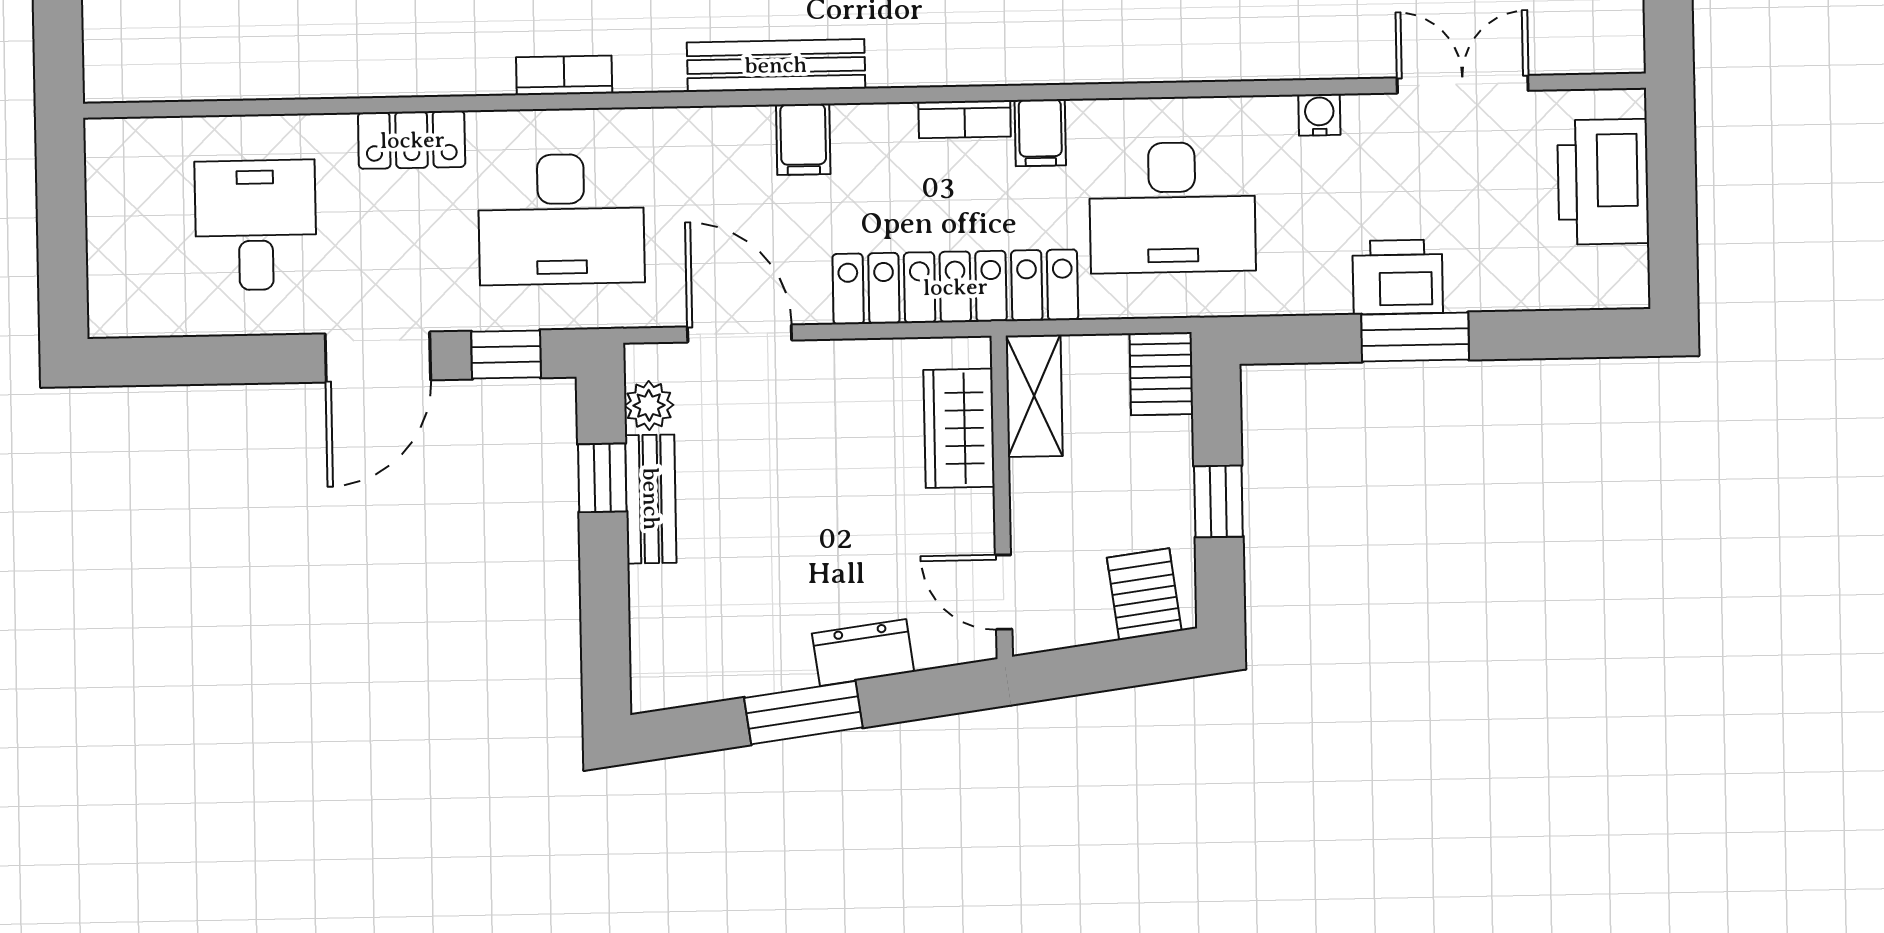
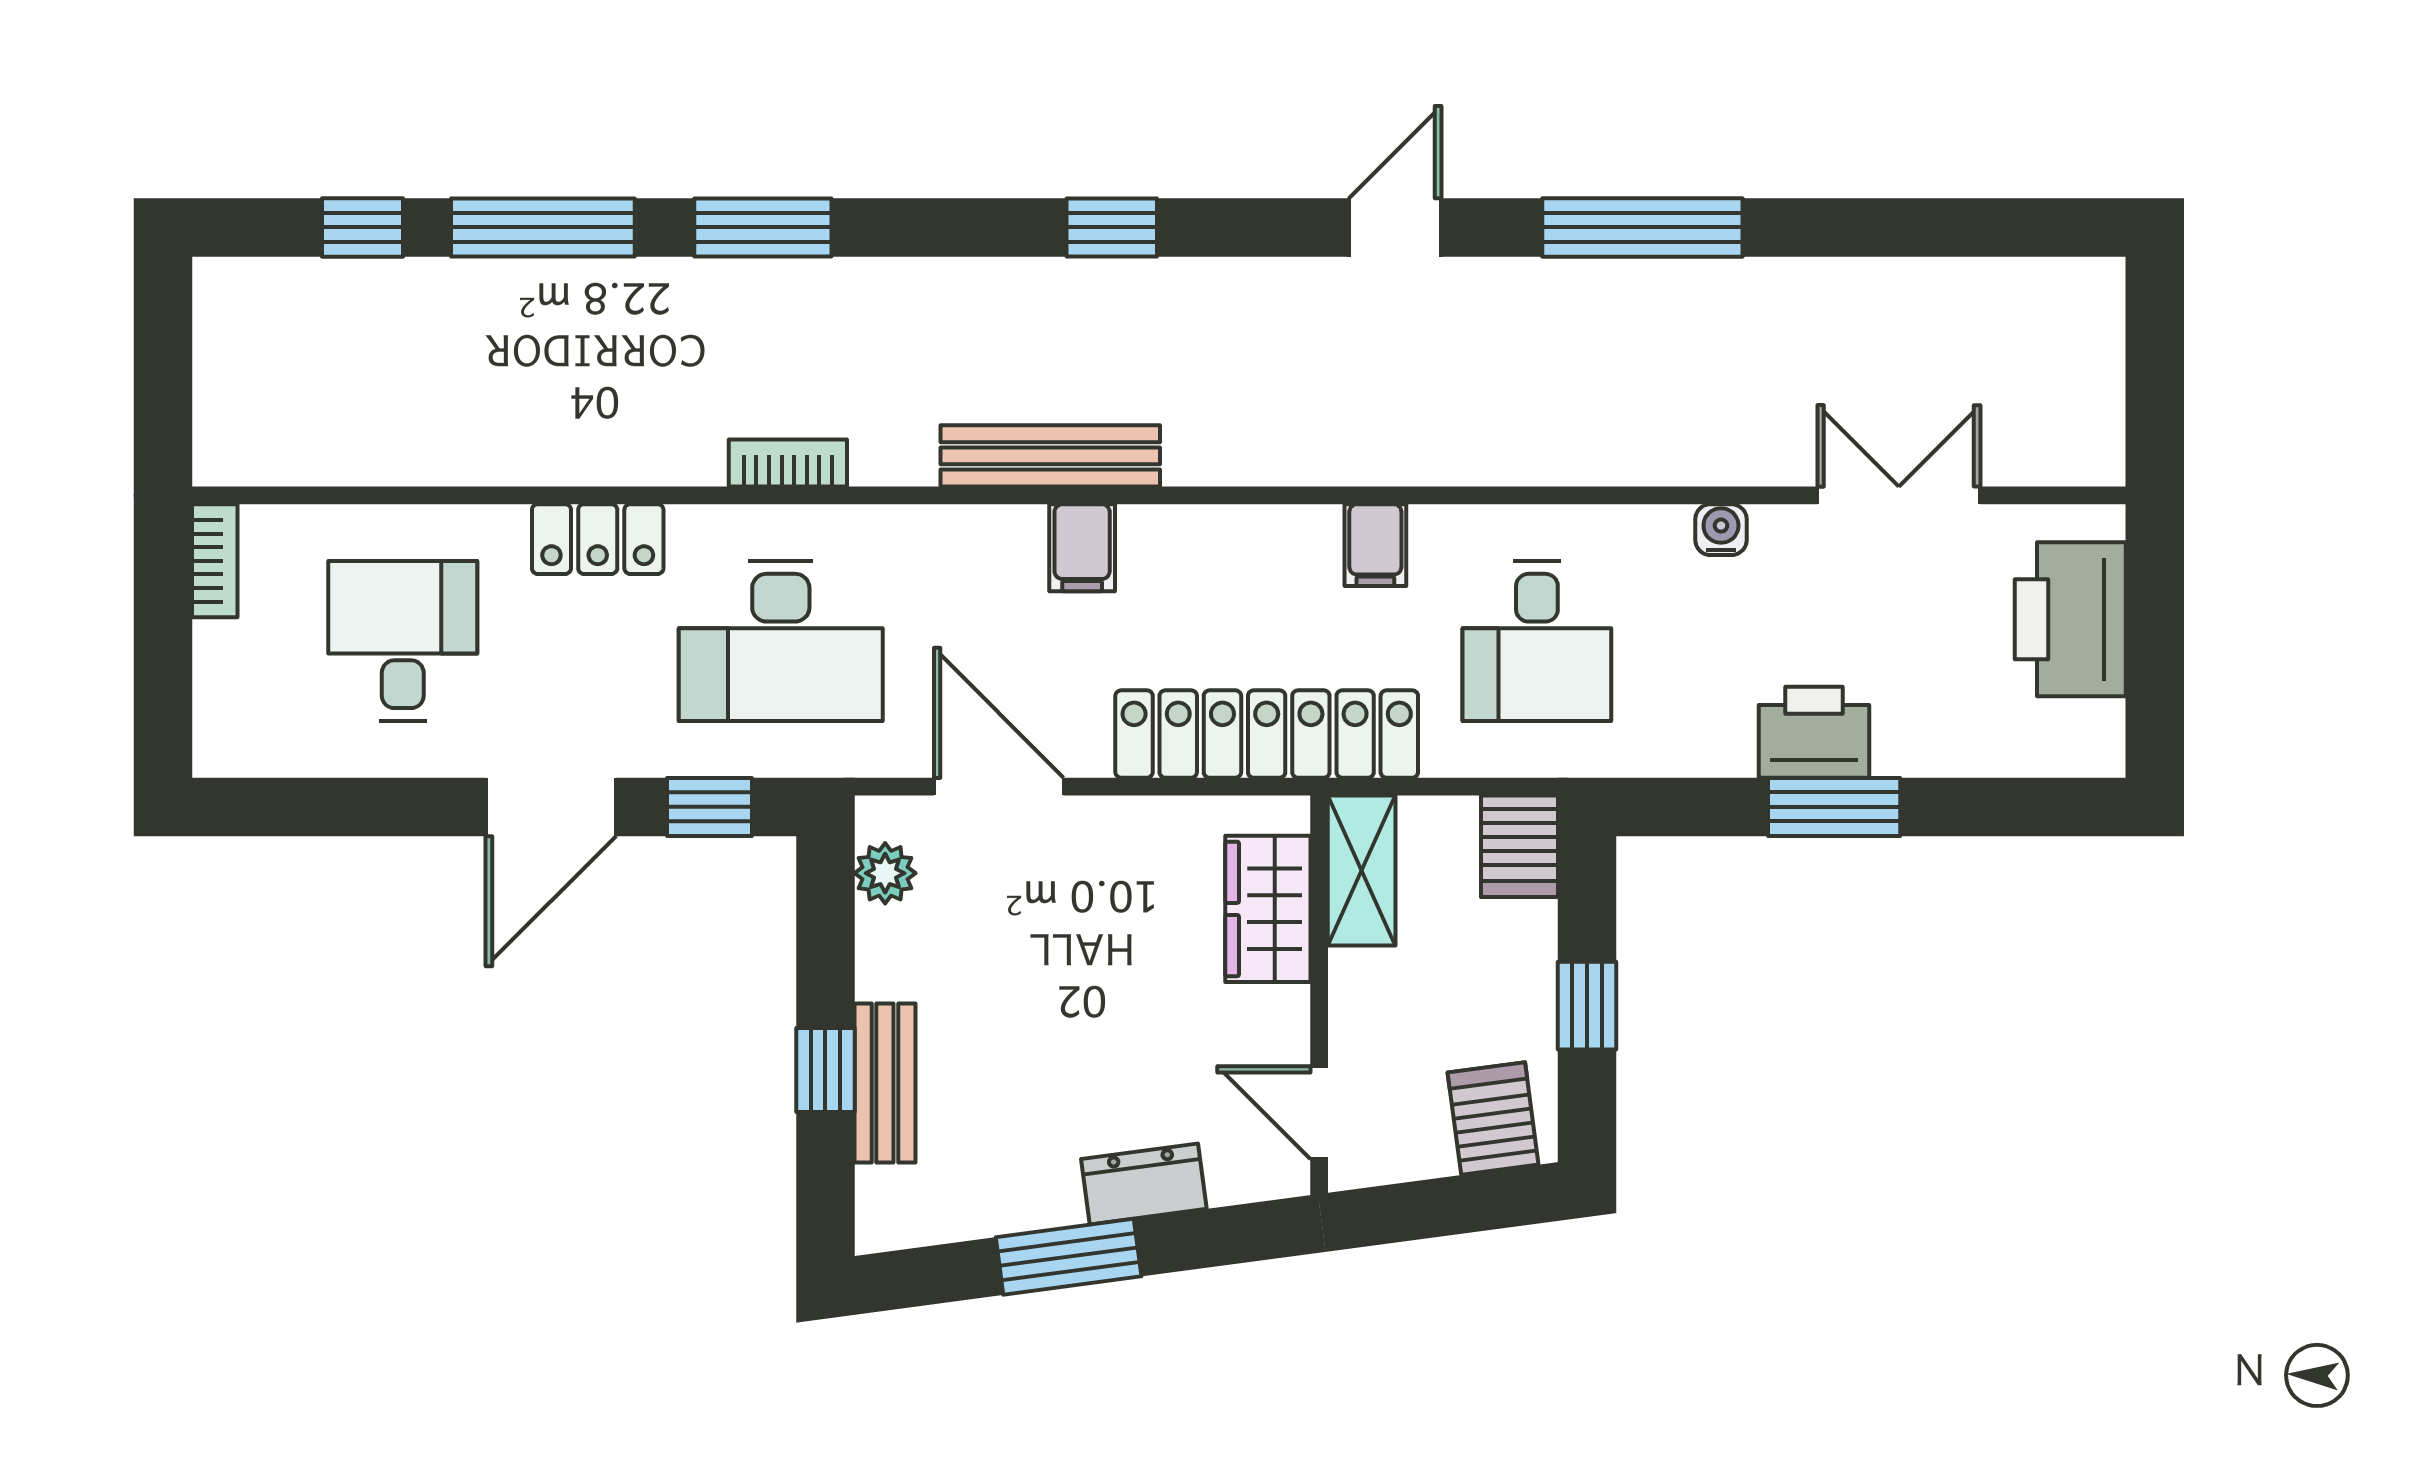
bookcase: (965, 119) -> (215, 561), moved, turned -90
desk: (1172, 207) -> (1537, 641), width x0.73
window: (602, 478) -> (825, 1070), moved
bench: (651, 499) -> (885, 1083), moved

